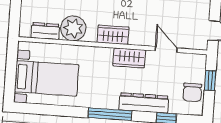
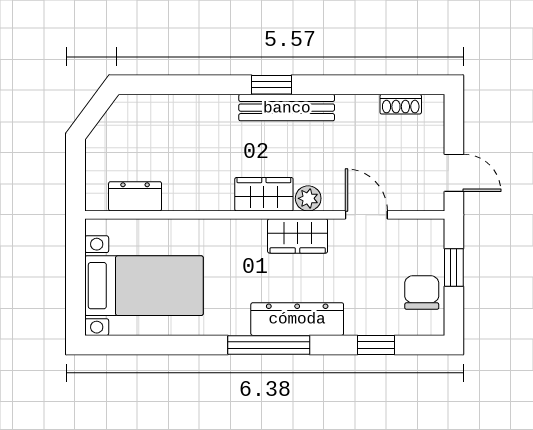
plant: (73, 28) -> (308, 198), moved, width x0.53, depth x0.53
chair: (192, 92) -> (422, 292), turned 180
dresser: (144, 103) -> (297, 319), moved

